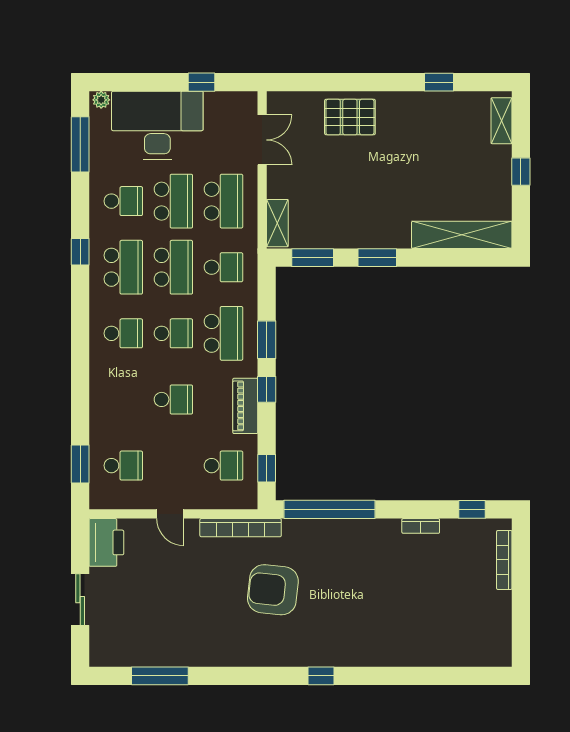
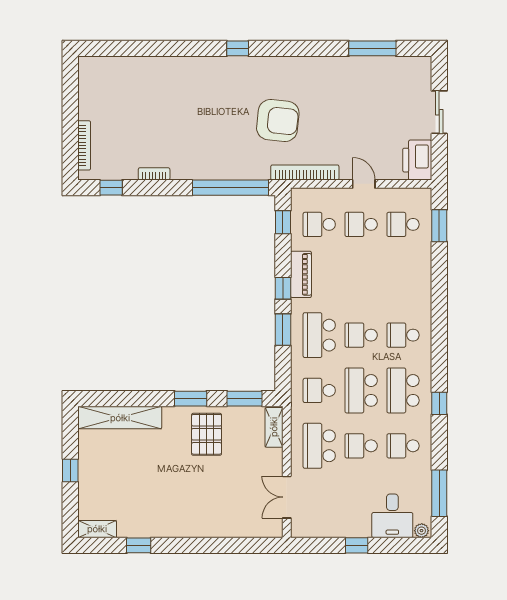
window: (201, 82) -> (357, 545), moved
pallet: (350, 117) -> (207, 434), moved, turned 90
shelving: (501, 121) -> (97, 529), moved, turned 90
desk: (157, 125) -> (392, 516), width x0.53, depth x0.77
school desk: (173, 201) -> (361, 446), width x0.54
school desk: (173, 399) -> (361, 224), moved

